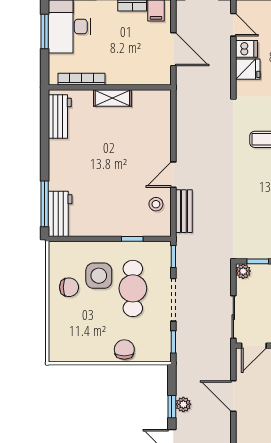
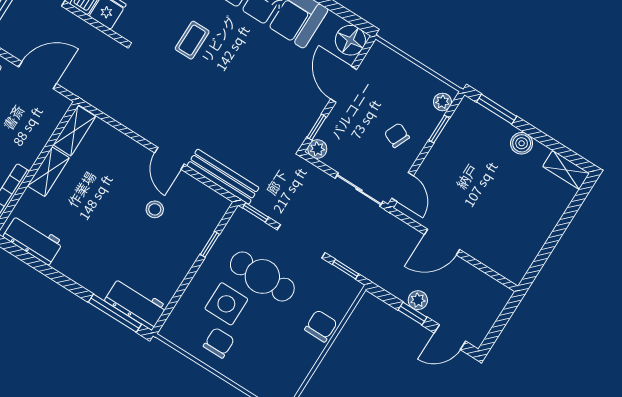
shelving: (152, 98) -> (74, 131), added
stool: (156, 204) -> (155, 209), moved
bench: (184, 211) -> (223, 177), width x1.36
chair: (124, 350) -> (321, 326), turned 90

